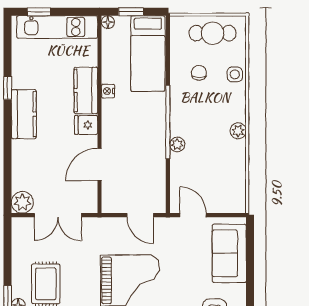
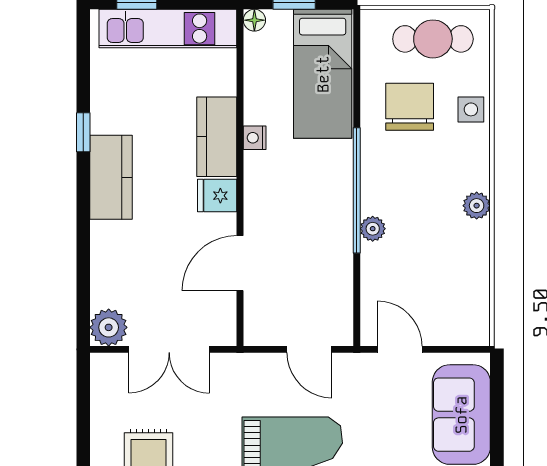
chair: (199, 73) -> (410, 107), width x1.87, depth x1.87

